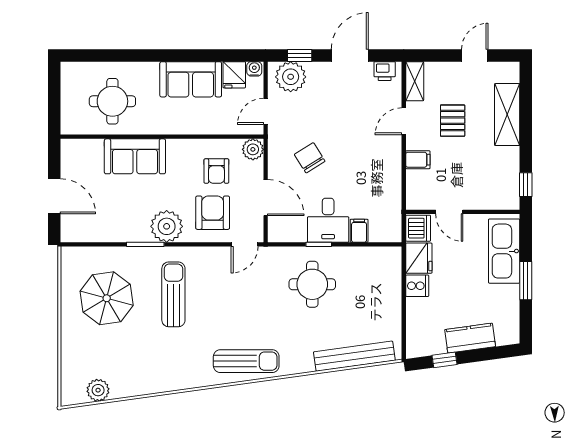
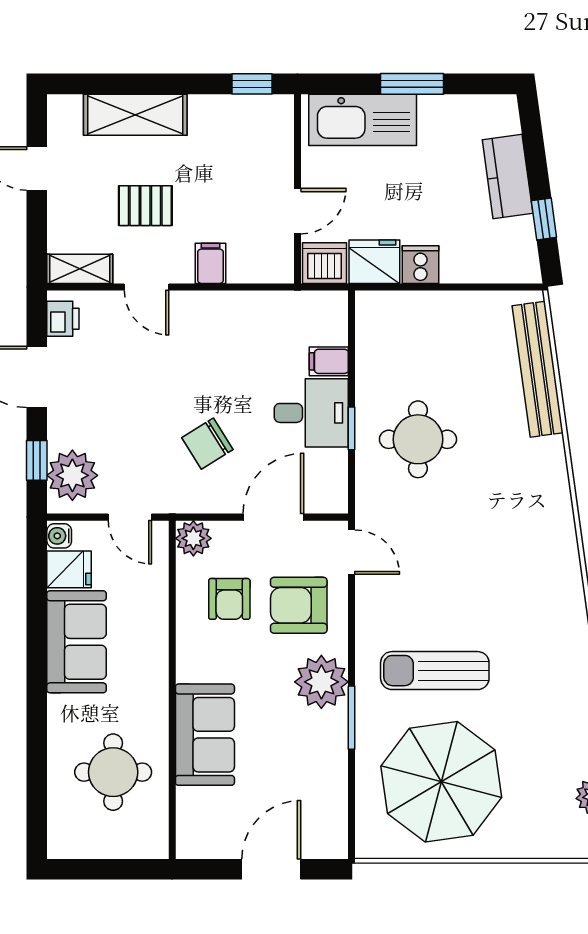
armchair: (216, 171) -> (229, 599), turned 90
parasol: (107, 298) -> (441, 782), width x1.36, depth x1.36
sun lounger: (246, 361) -> (546, 549), removed

